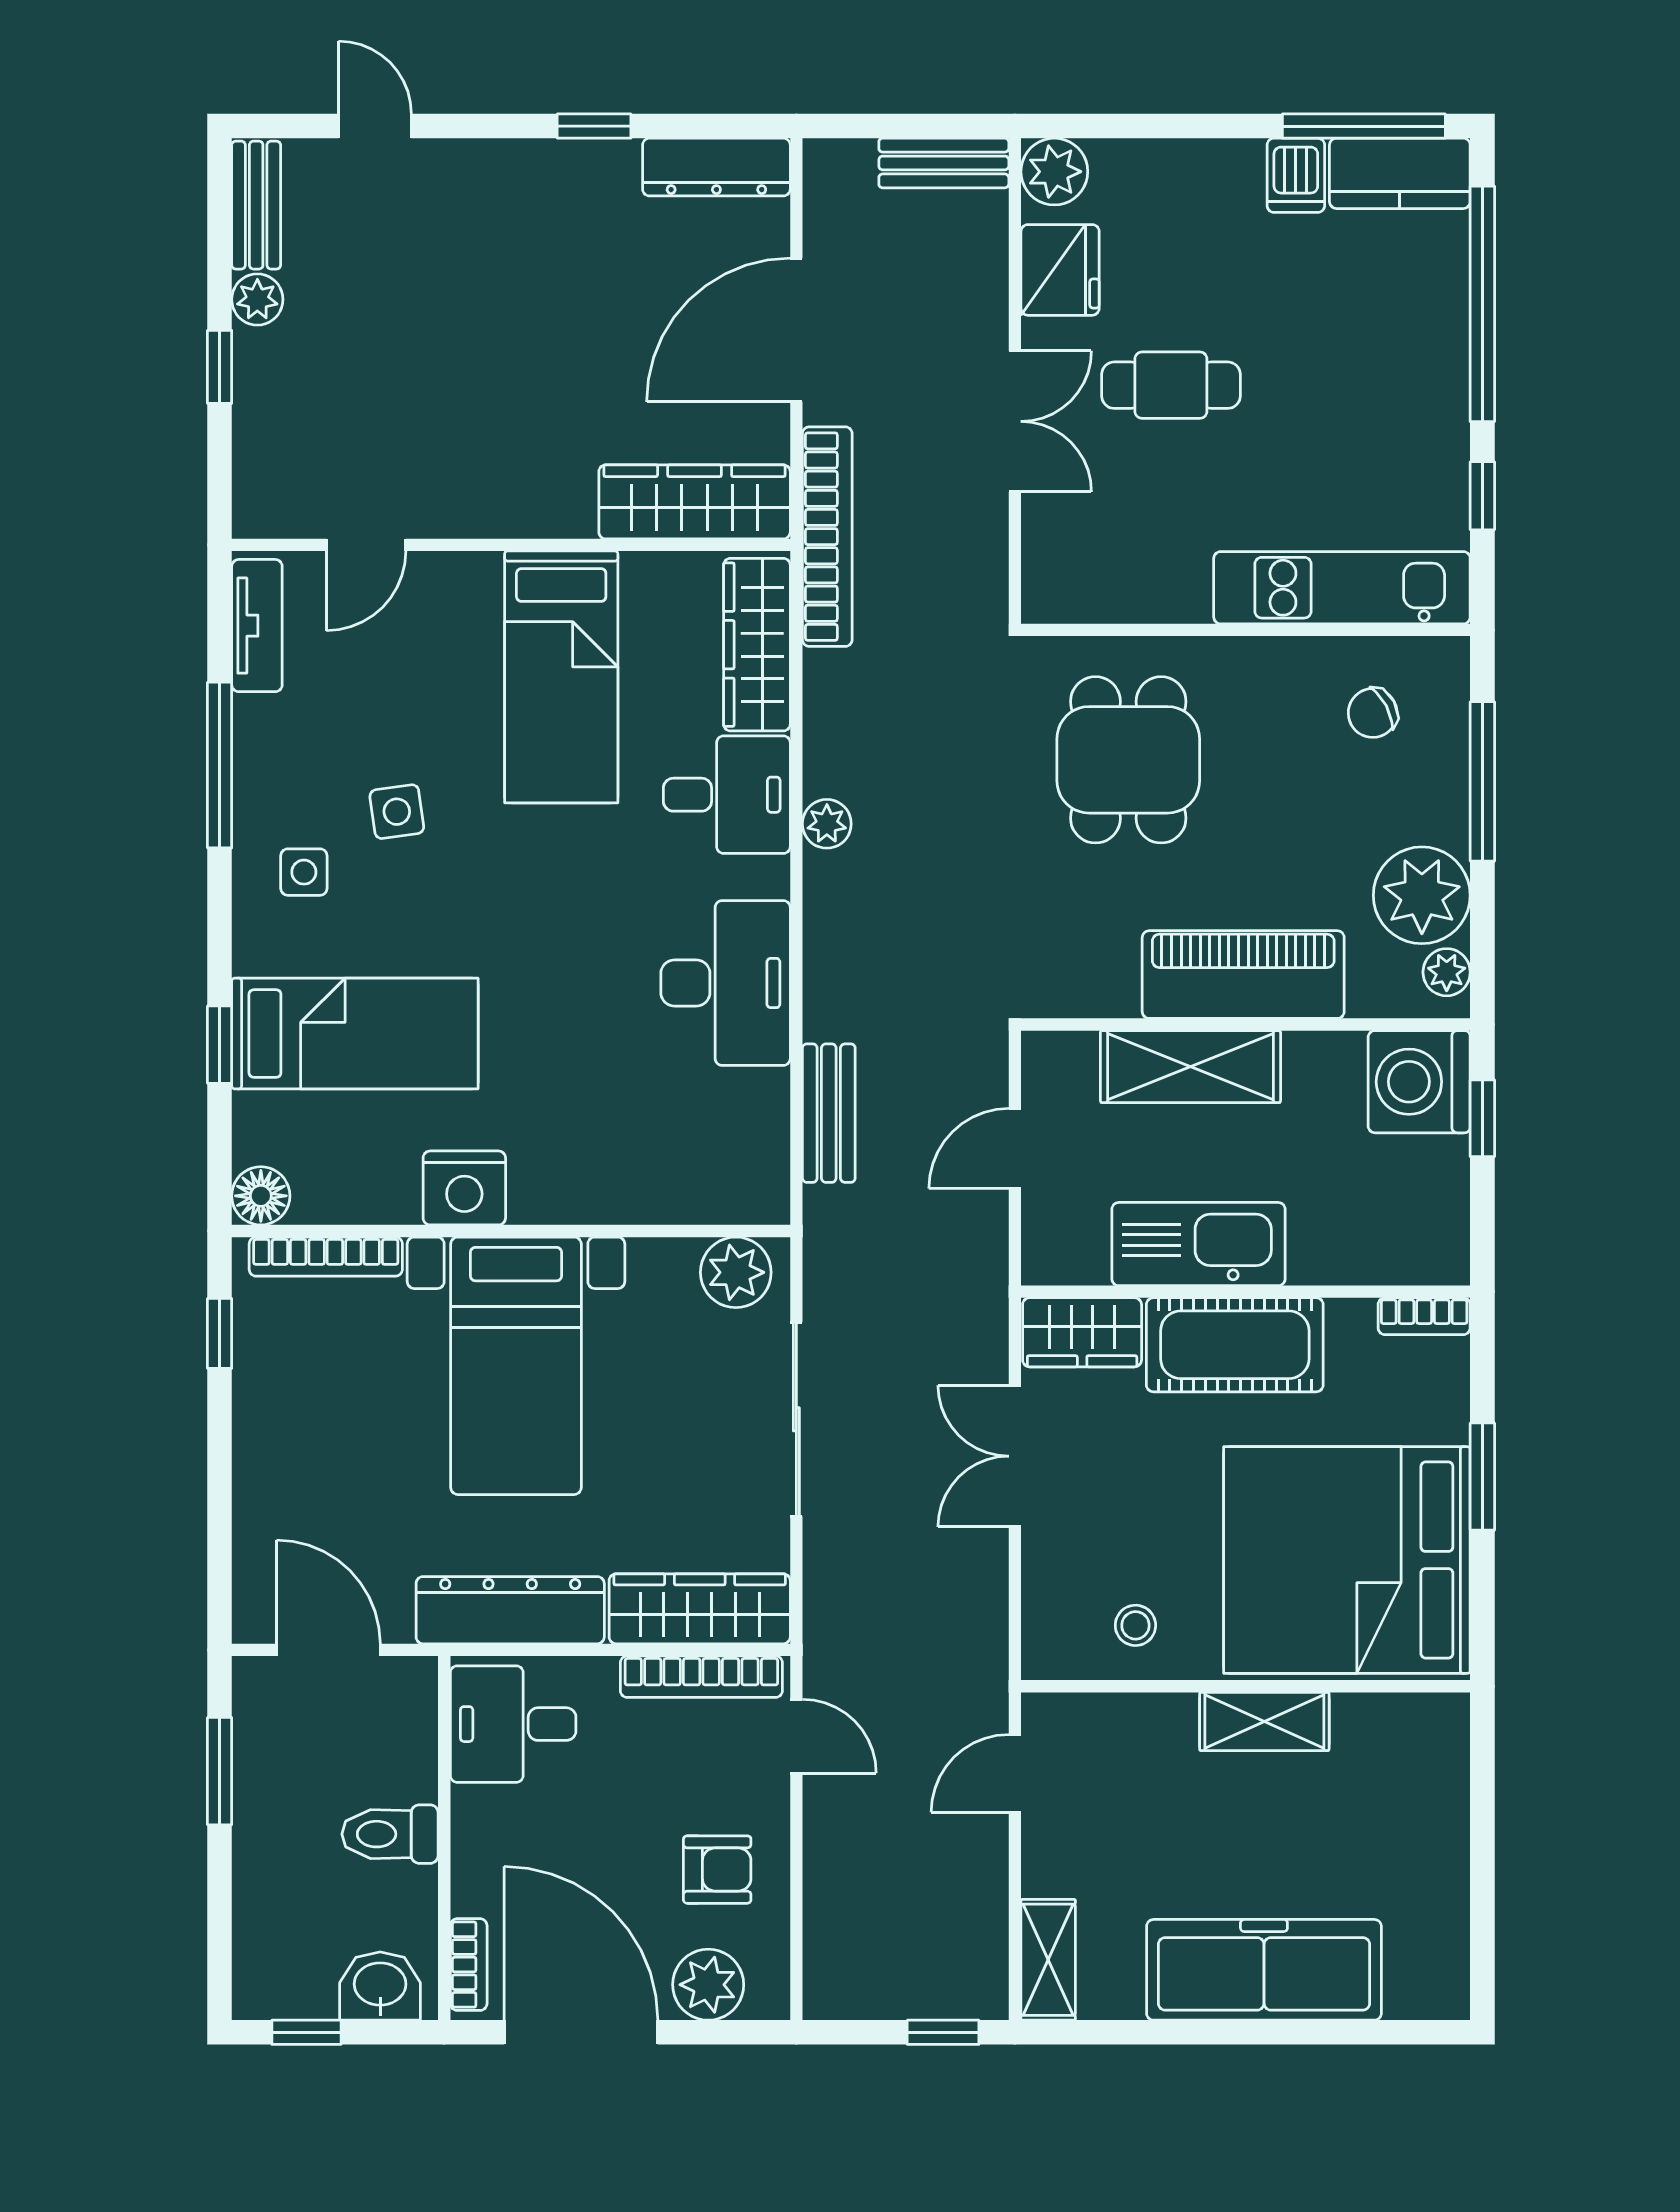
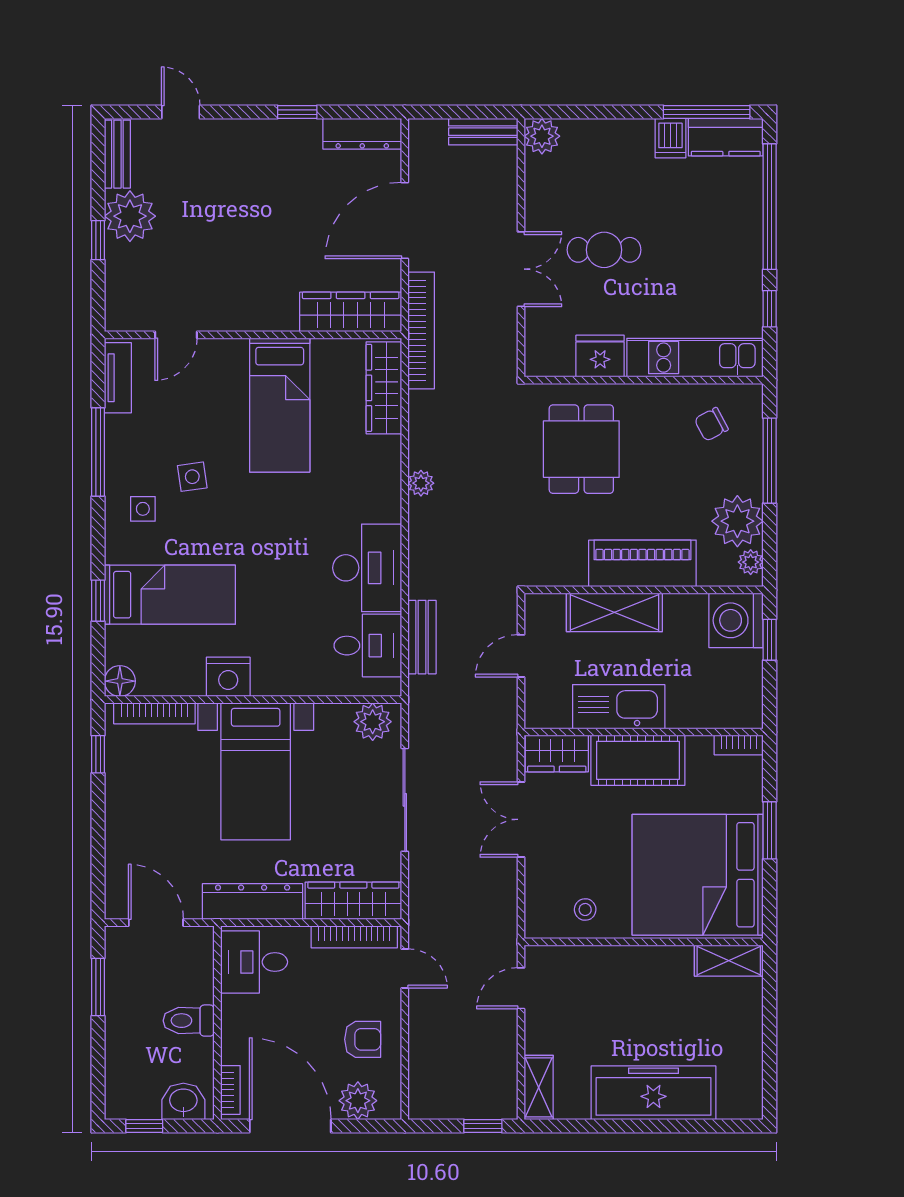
fridge: (1060, 270) -> (600, 356), moved, turned -90
plant: (257, 299) -> (130, 216), width x1.87, depth x1.87
desk: (727, 795) -> (368, 646), moved
shelving: (1264, 1721) -> (729, 961), moved

